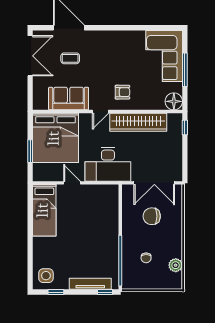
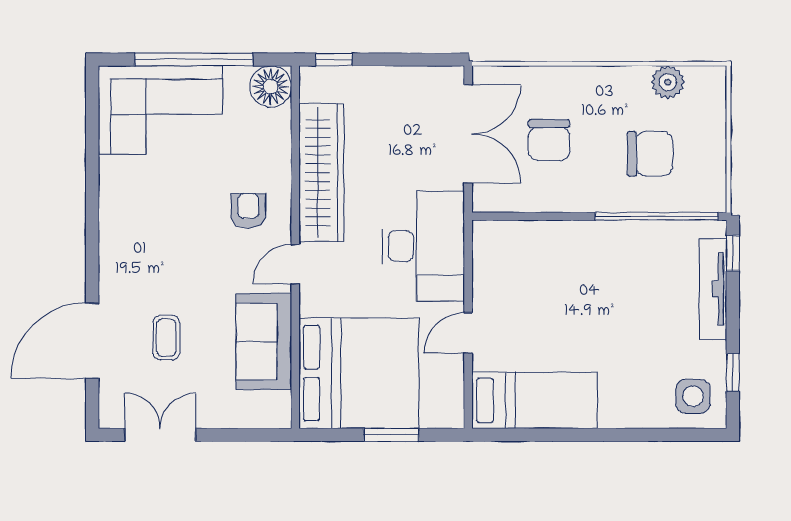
double door: (30, 56) -> (160, 435), width x0.73
window: (185, 70) -> (194, 59), width x1.46
door: (101, 112) -> (295, 264), swing flipped
chair: (146, 258) -> (650, 154), width x1.87, depth x1.87

